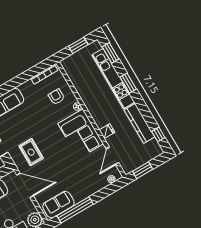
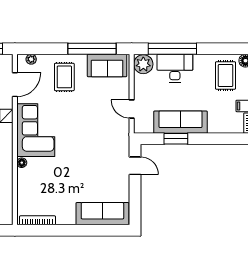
armchair: (56, 97) -> (39, 187), removed
rug: (31, 152) -> (64, 77), moved
door: (25, 185) -> (132, 109), width x0.53

